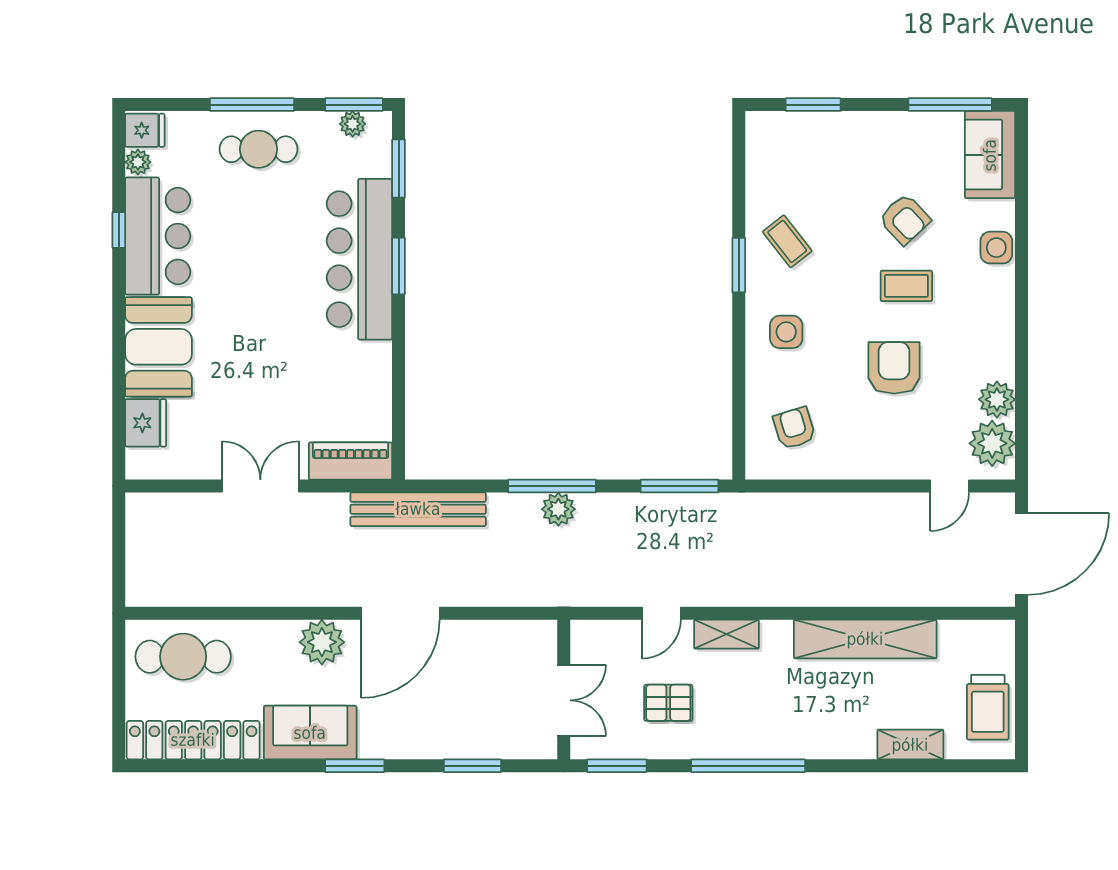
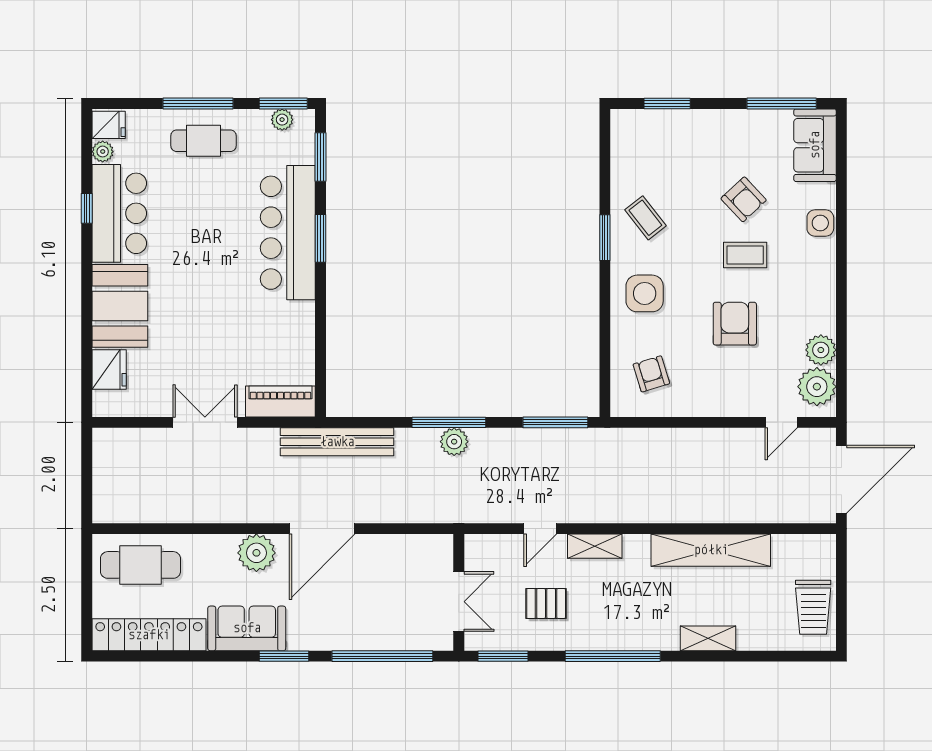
side table: (786, 332) -> (645, 293), width x1.37, depth x1.37
shelving: (910, 745) -> (708, 638), moved
window: (472, 766) -> (382, 656), width x2.11

